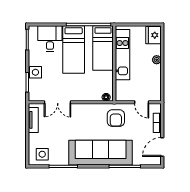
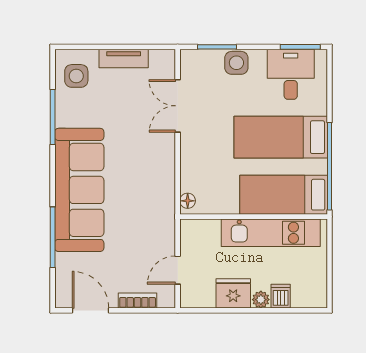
fridge: (154, 35) -> (233, 293), moved
desk: (50, 39) -> (291, 74), moved, turned -90
dishwasher: (155, 50) -> (281, 296), added
armchair: (116, 118) -> (147, 220), removed
tv unit: (33, 120) -> (124, 58), moved

